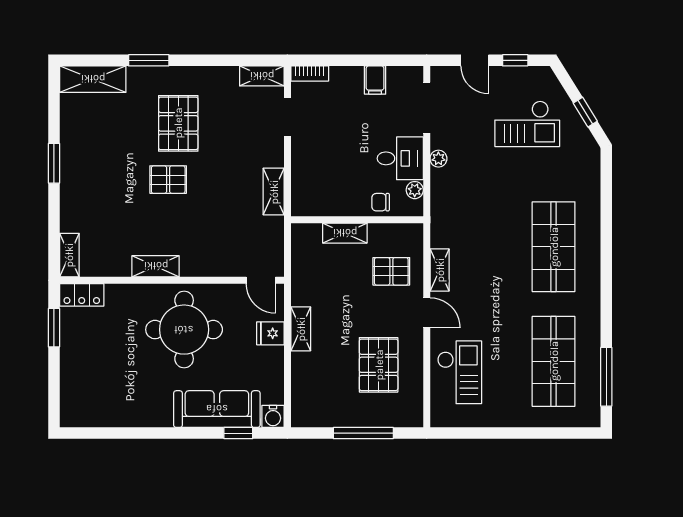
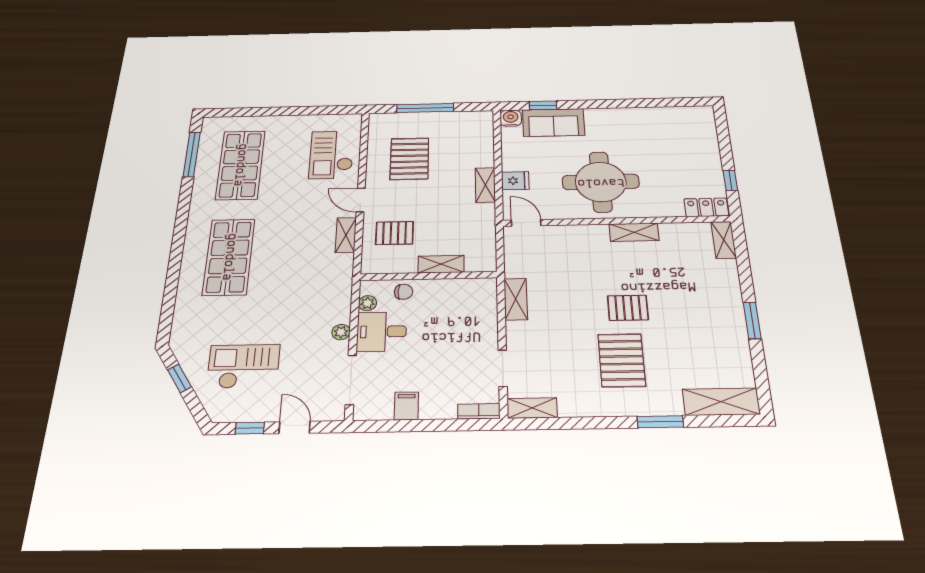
window: (54, 328) -> (730, 181), width x0.67
sofa: (217, 409) -> (553, 123), width x0.73

